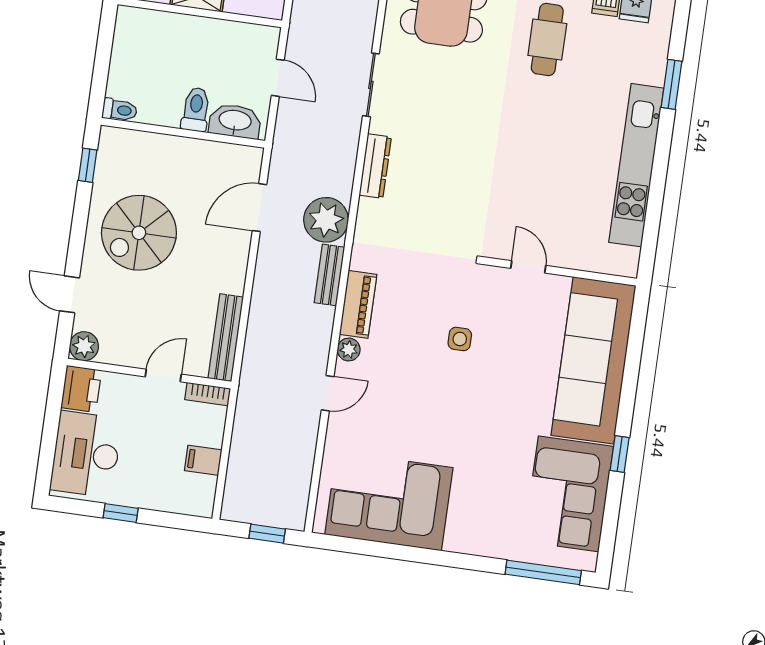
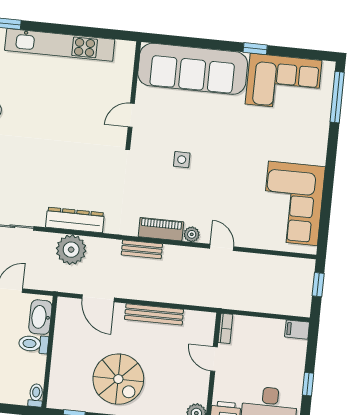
dresser: (375, 166) -> (75, 220), width x1.37, depth x1.24
plant: (326, 220) -> (71, 250), moved
bench: (226, 338) -> (154, 314), moved
filing cabinet: (203, 460) -> (297, 330), moved, turned 90

